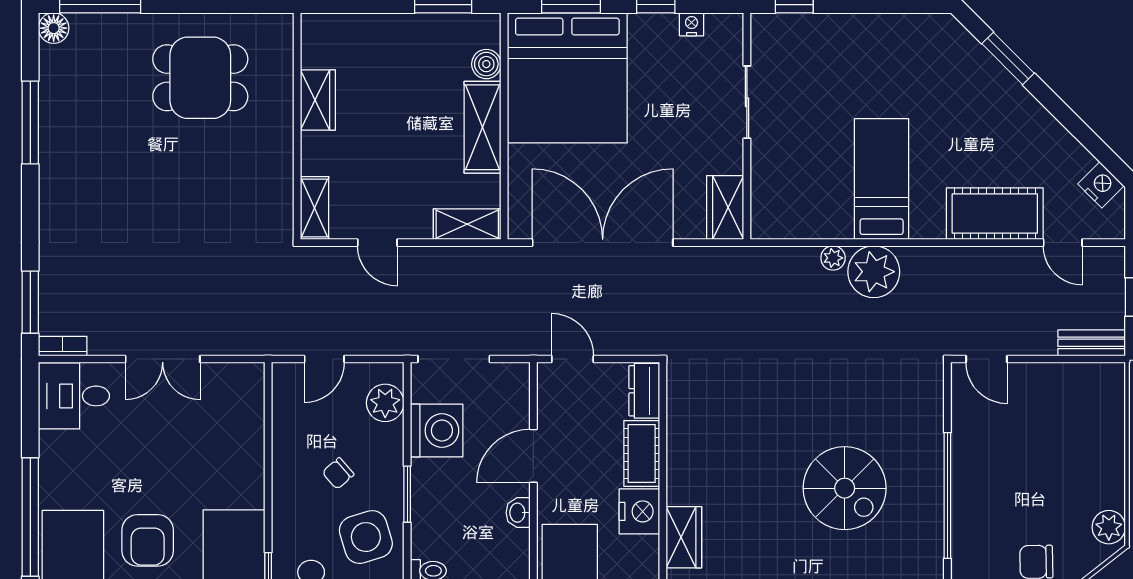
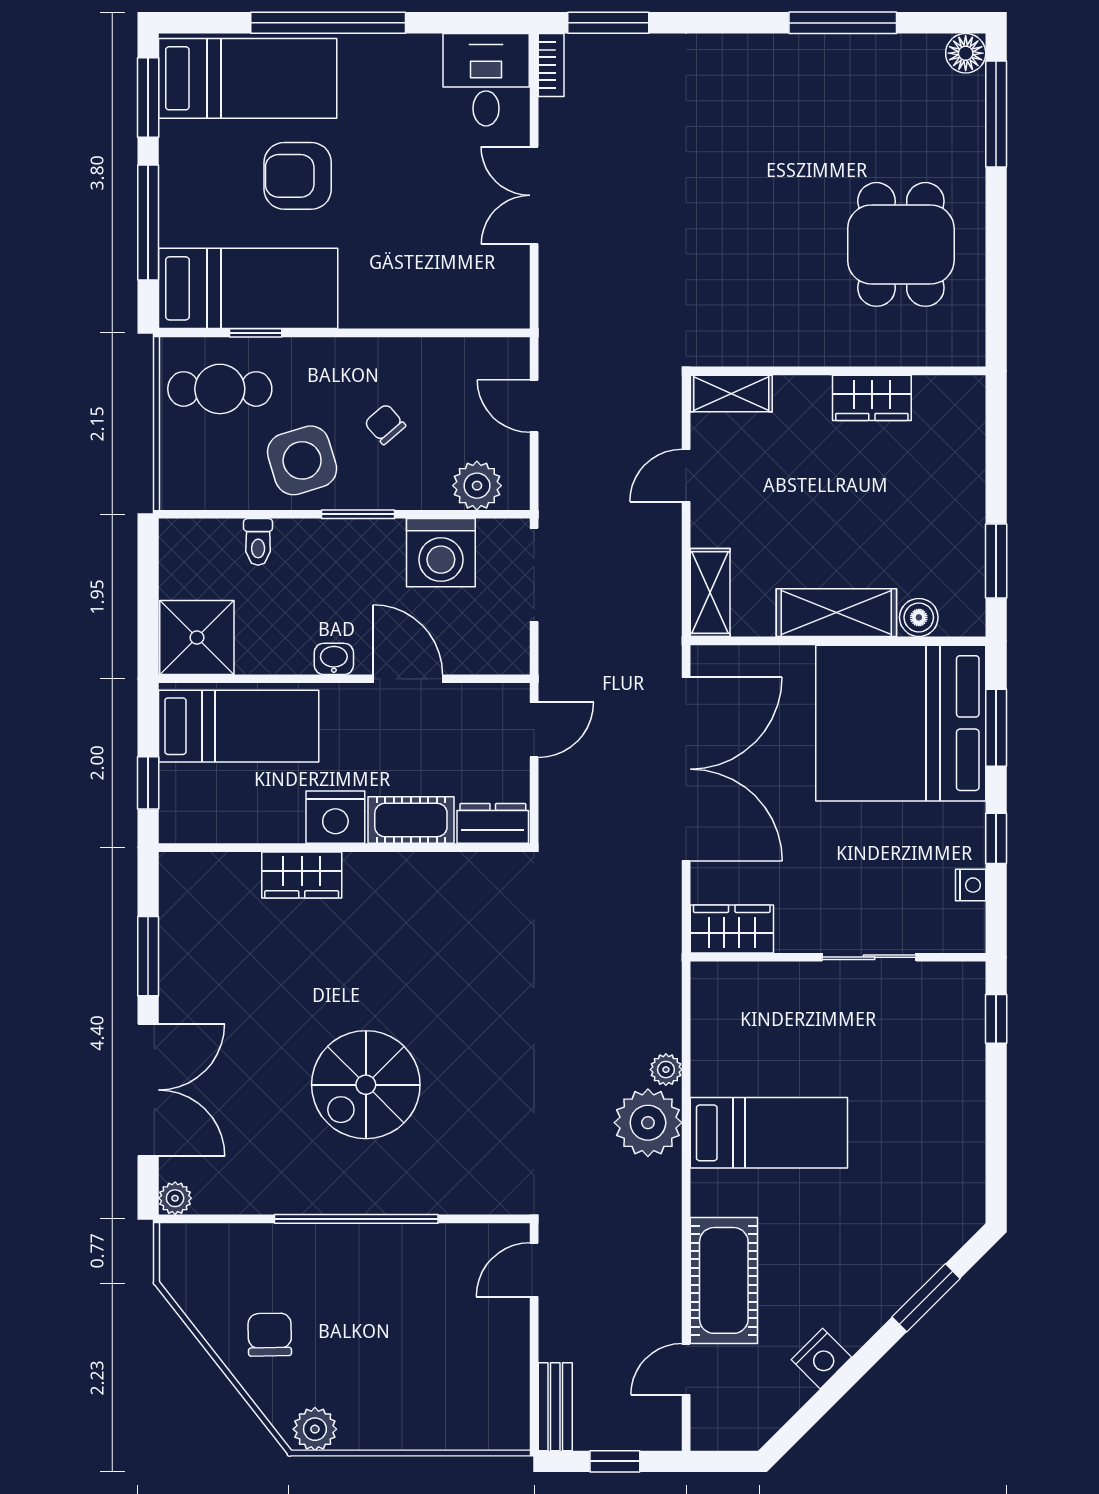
nightstand: (1101, 185) -> (821, 1358), moved

